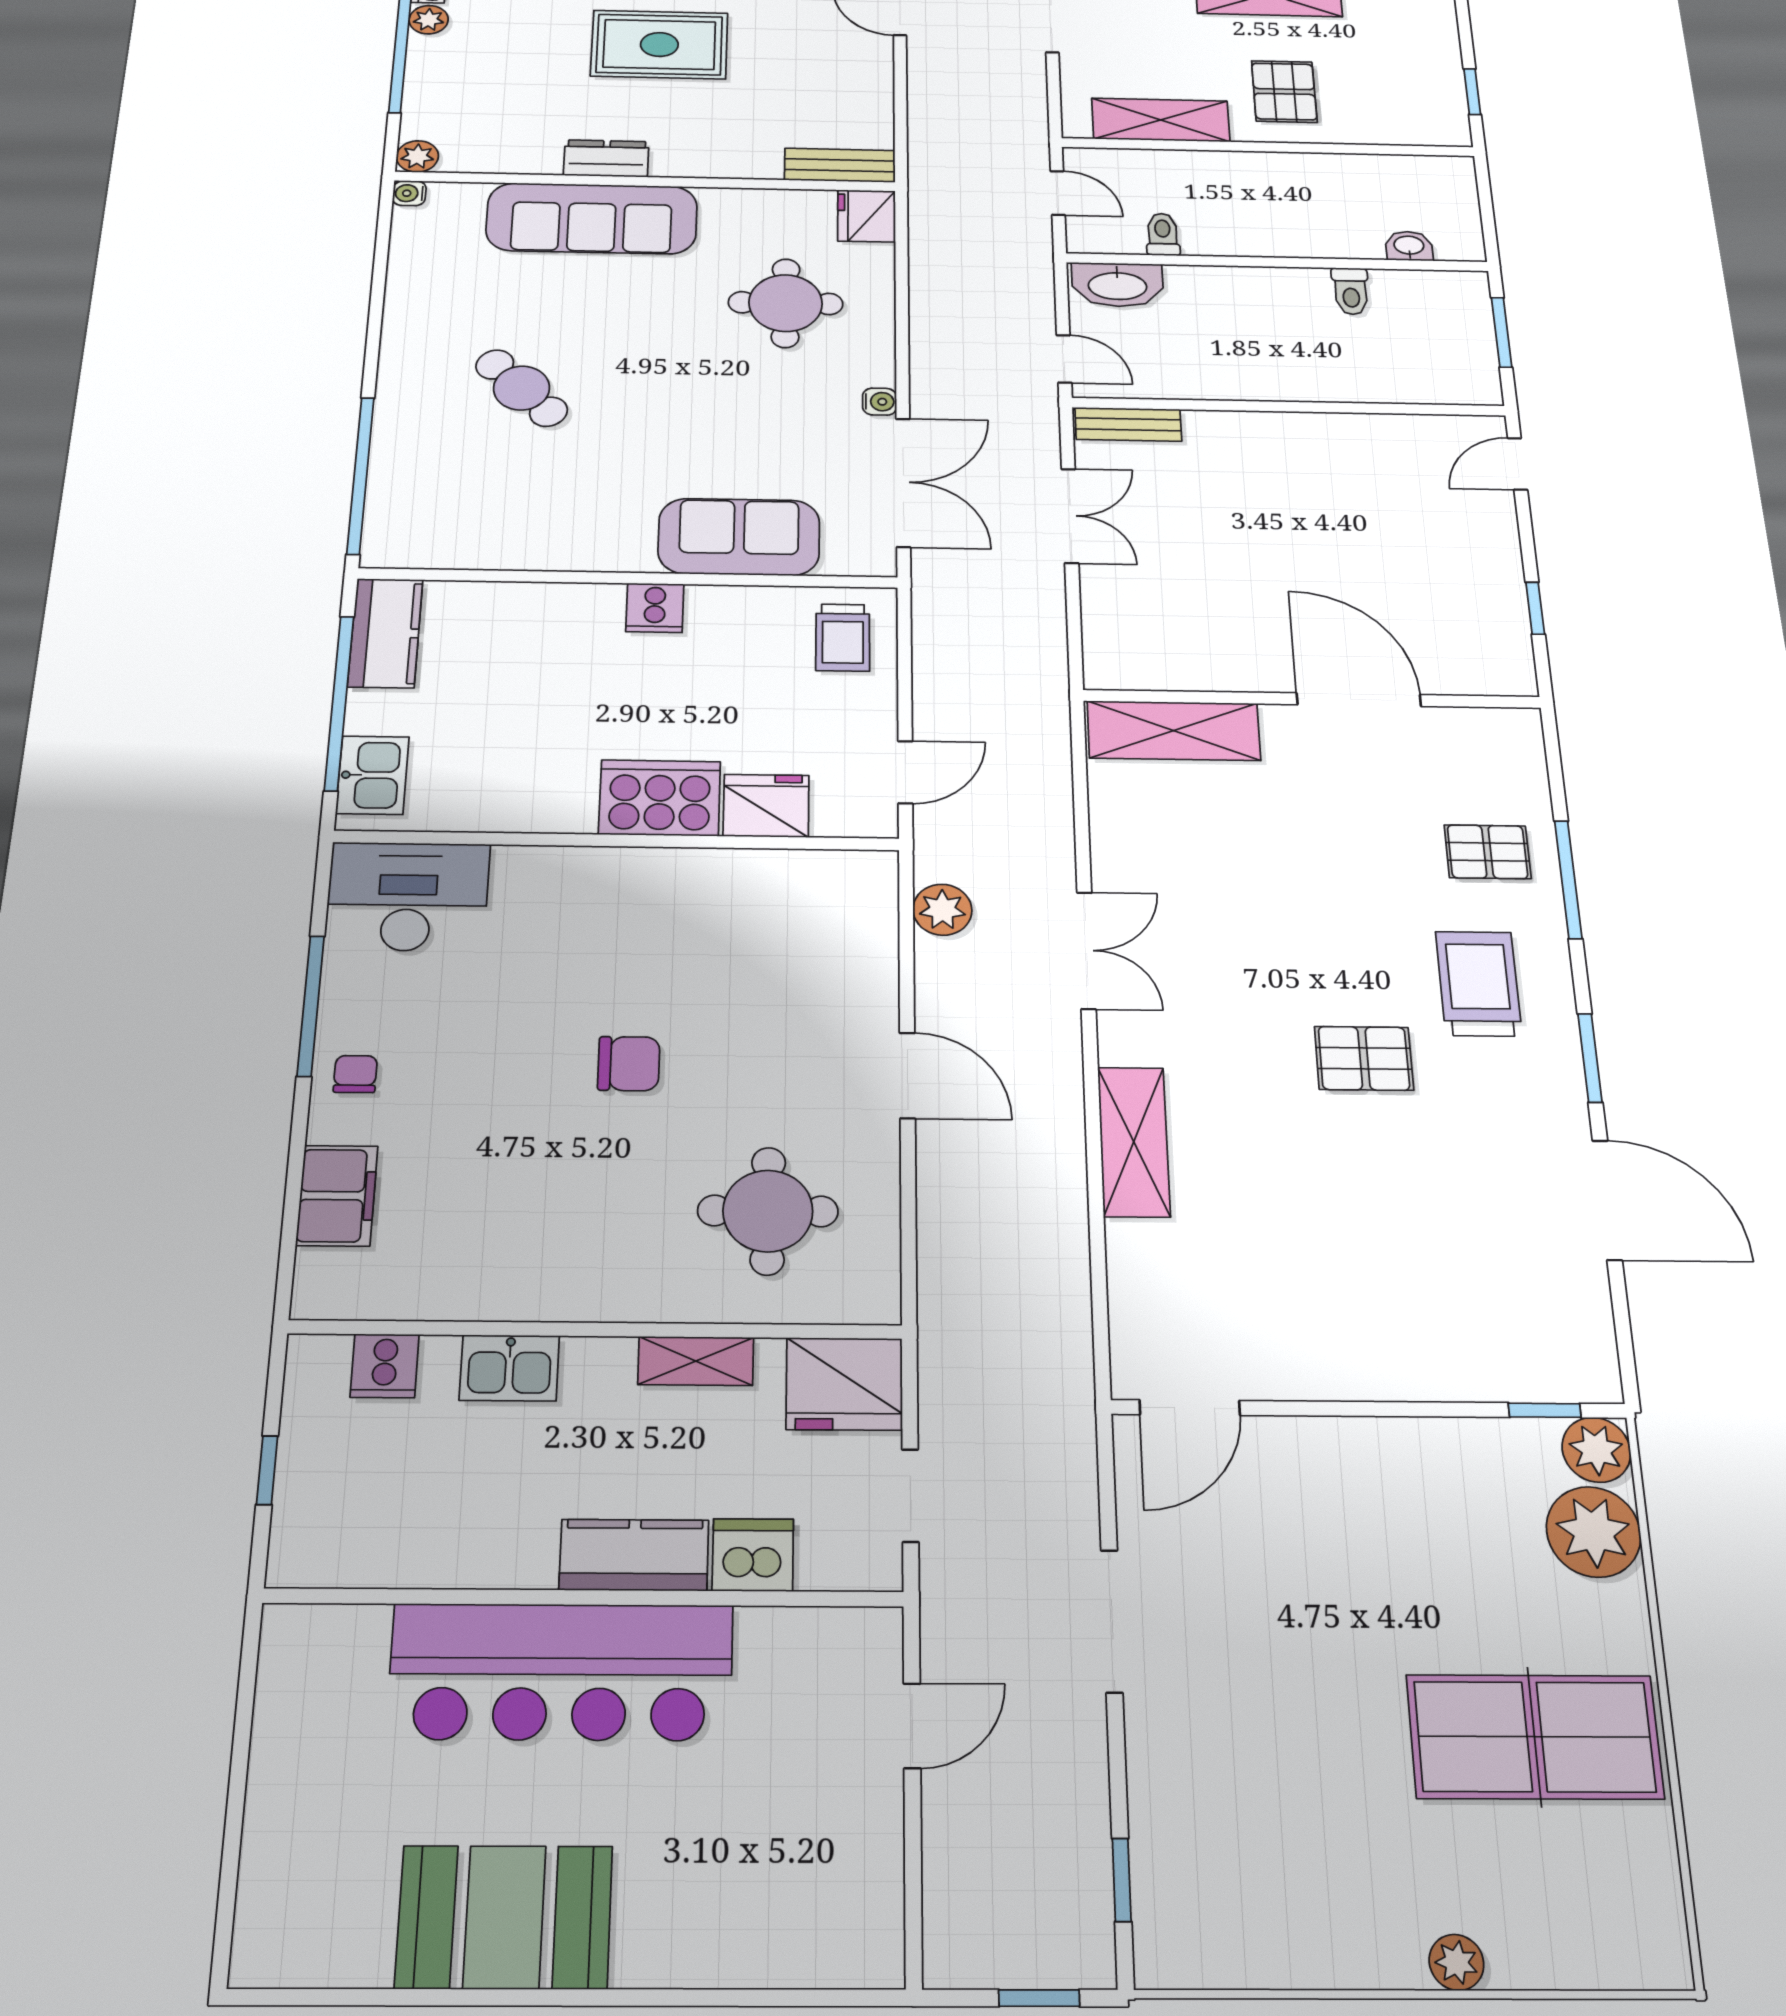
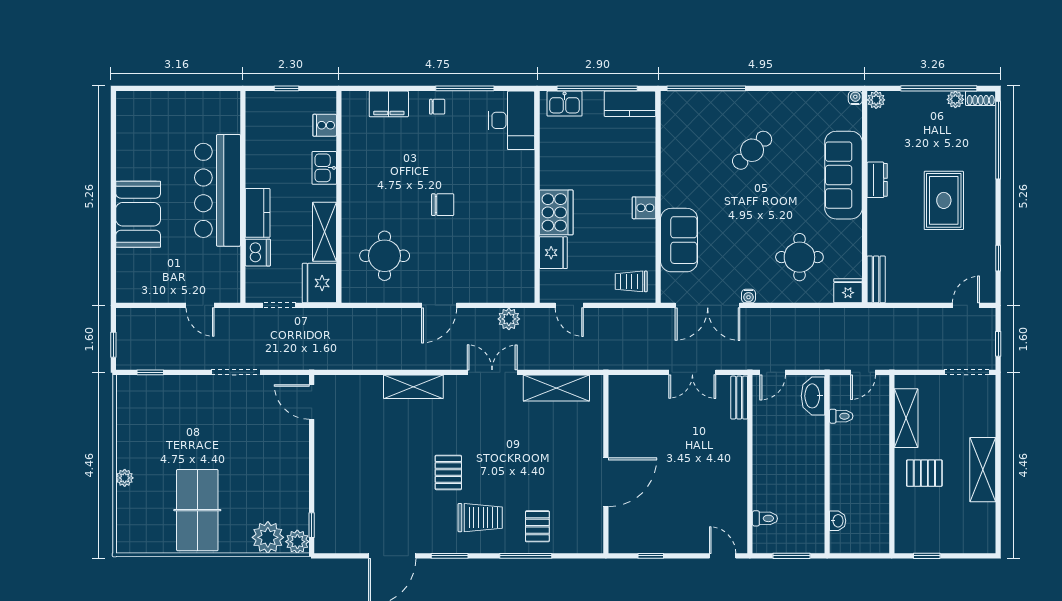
toilet: (1351, 291) -> (765, 518), moved, turned 180
shelving: (1174, 731) -> (556, 388), moved, turned 90
double door: (1086, 950) -> (492, 372), swing flipped
chair: (629, 1064) -> (443, 205), turned -90
shelving: (696, 1361) -> (324, 232), width x1.50, depth x1.33
booth: (504, 1917) -> (138, 214), moved

